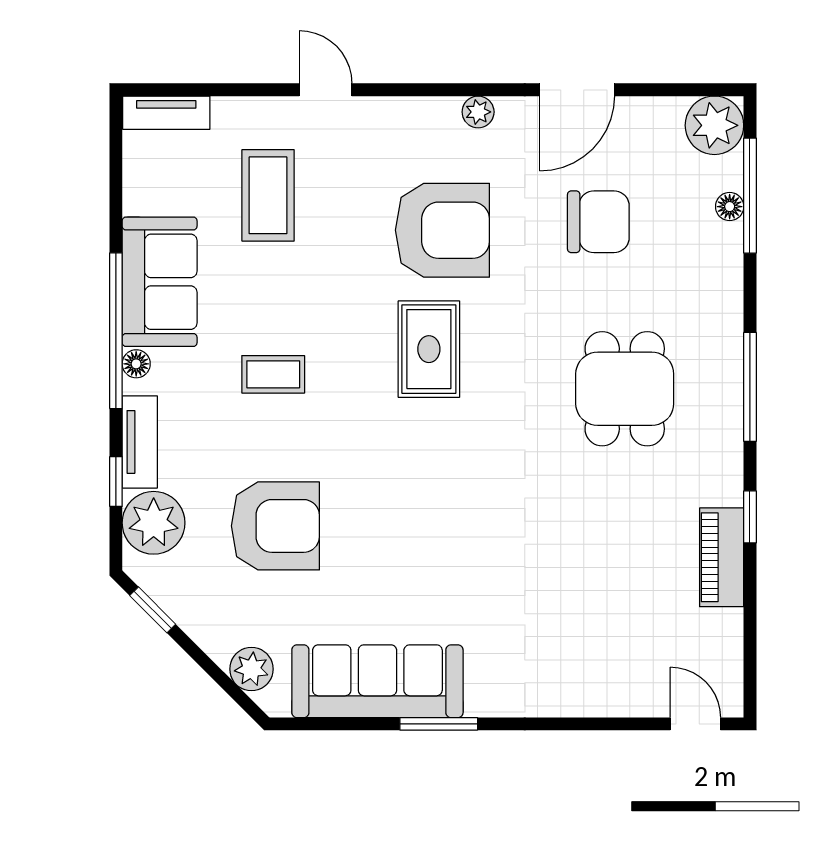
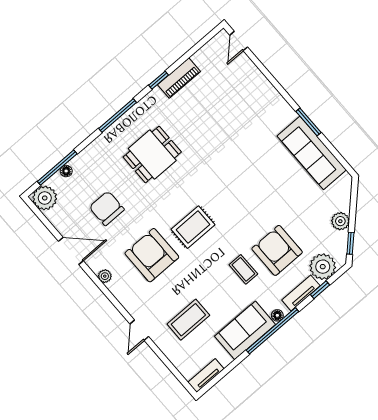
tv unit: (166, 113) -> (206, 376), moved, turned -90
armchair: (275, 526) -> (277, 250), moved
plant: (251, 669) -> (340, 221), moved

